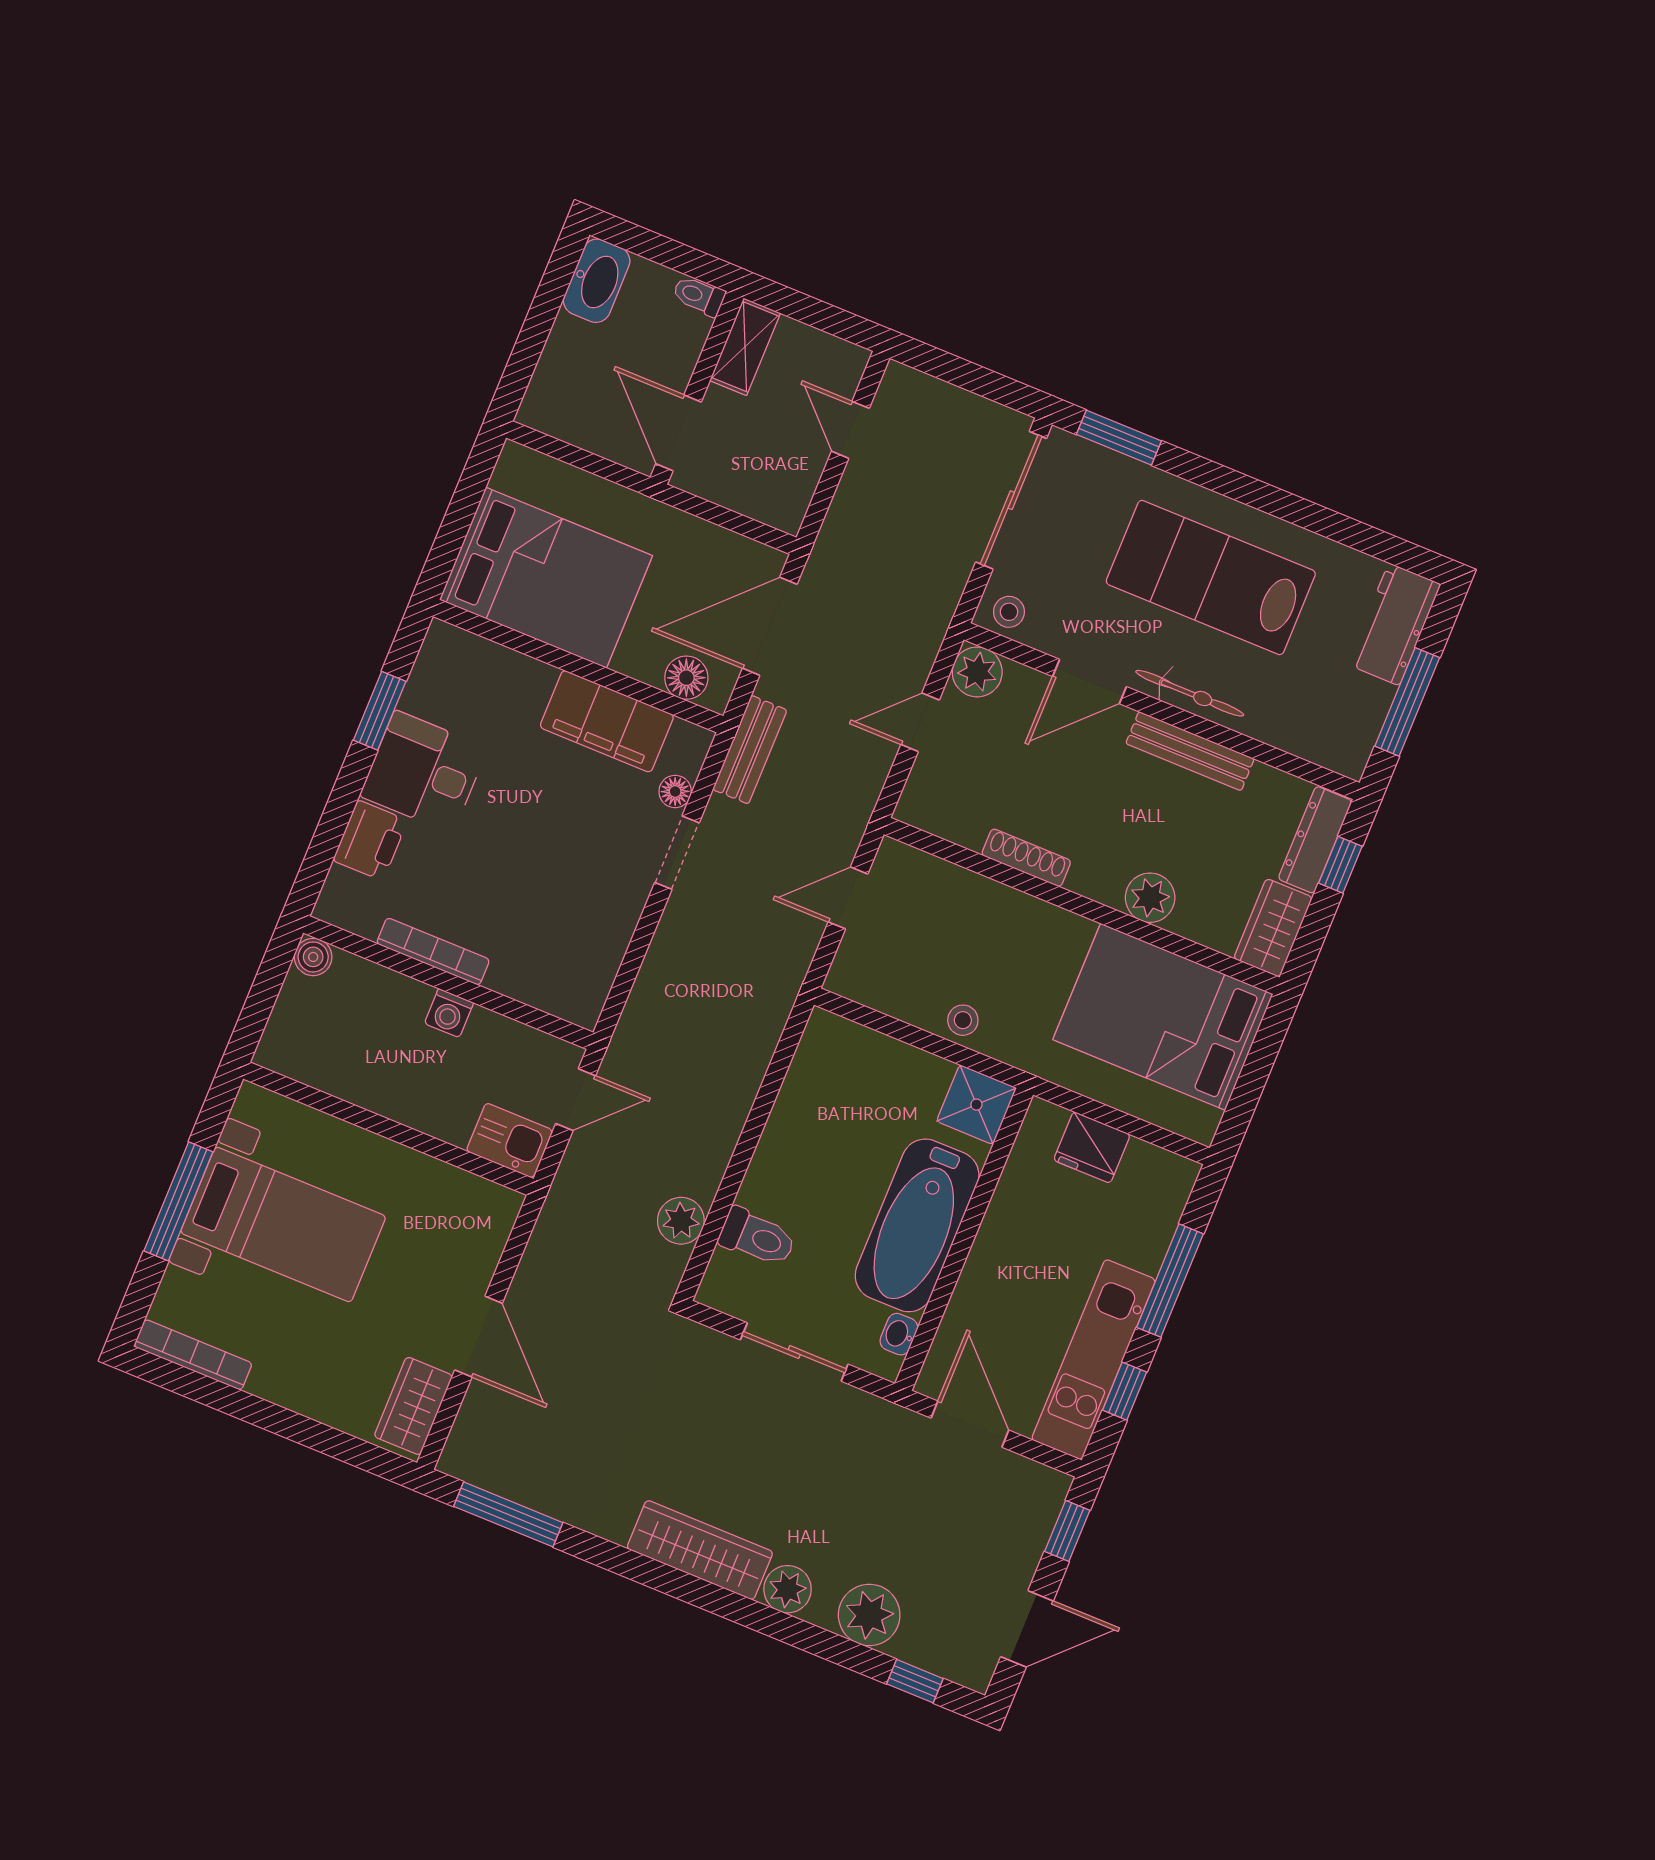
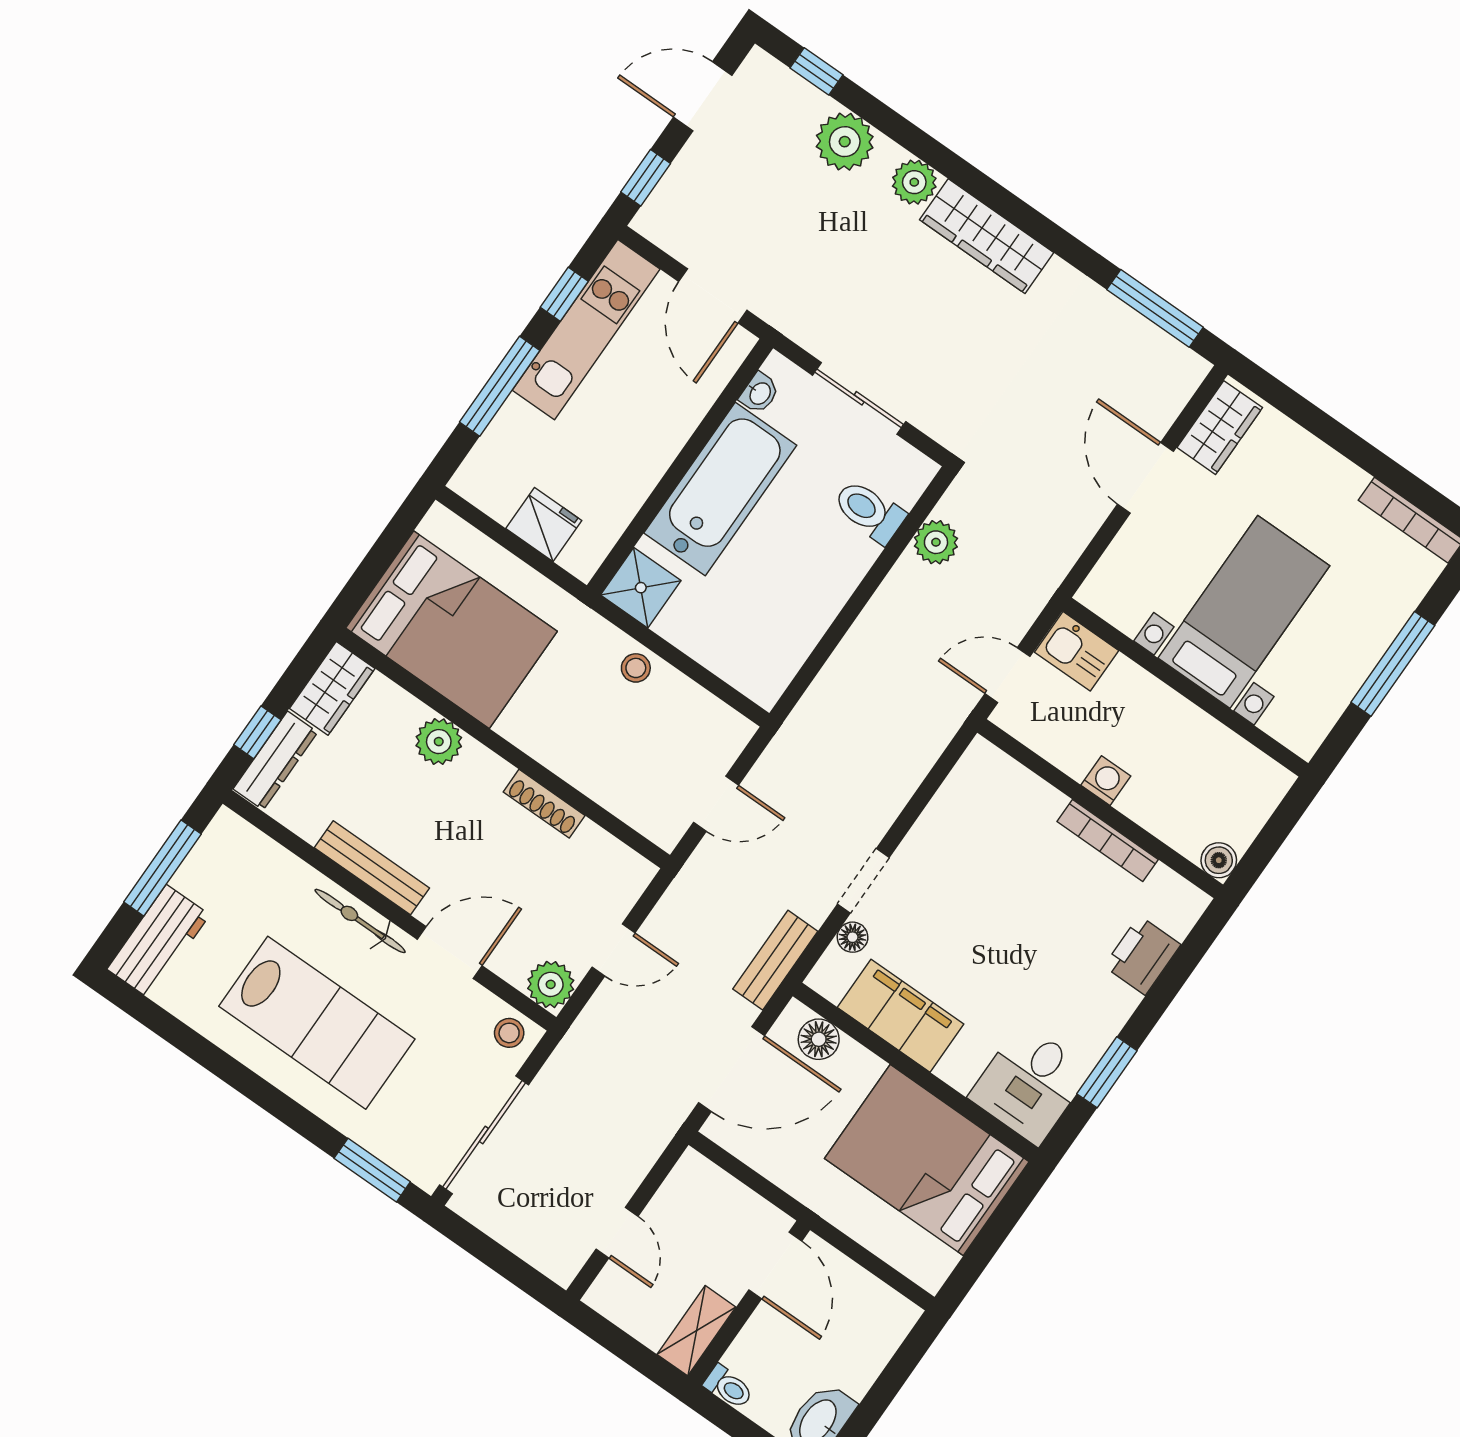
desk: (424, 772) -> (1030, 1084), moved, turned 90
bed with nightstands: (283, 1225) -> (1244, 612), moved, turned 90

